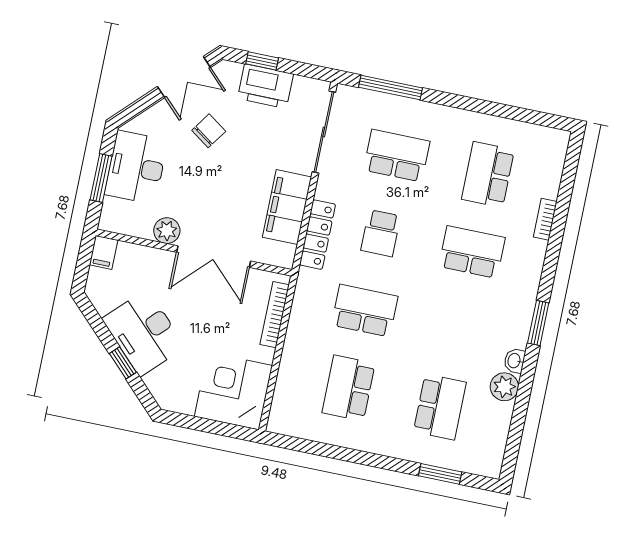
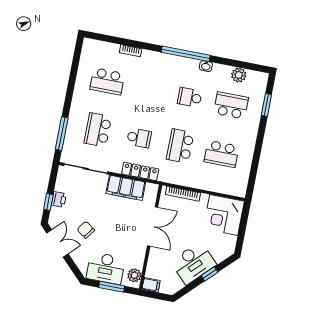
printer: (265, 86) -> (59, 199), width x0.53, depth x0.68
plant: (167, 231) -> (134, 275), moved
school desk: (472, 252) -> (190, 97), moved, width x0.54
window: (538, 323) -> (186, 54), width x2.11
plant: (504, 387) -> (239, 75), moved

